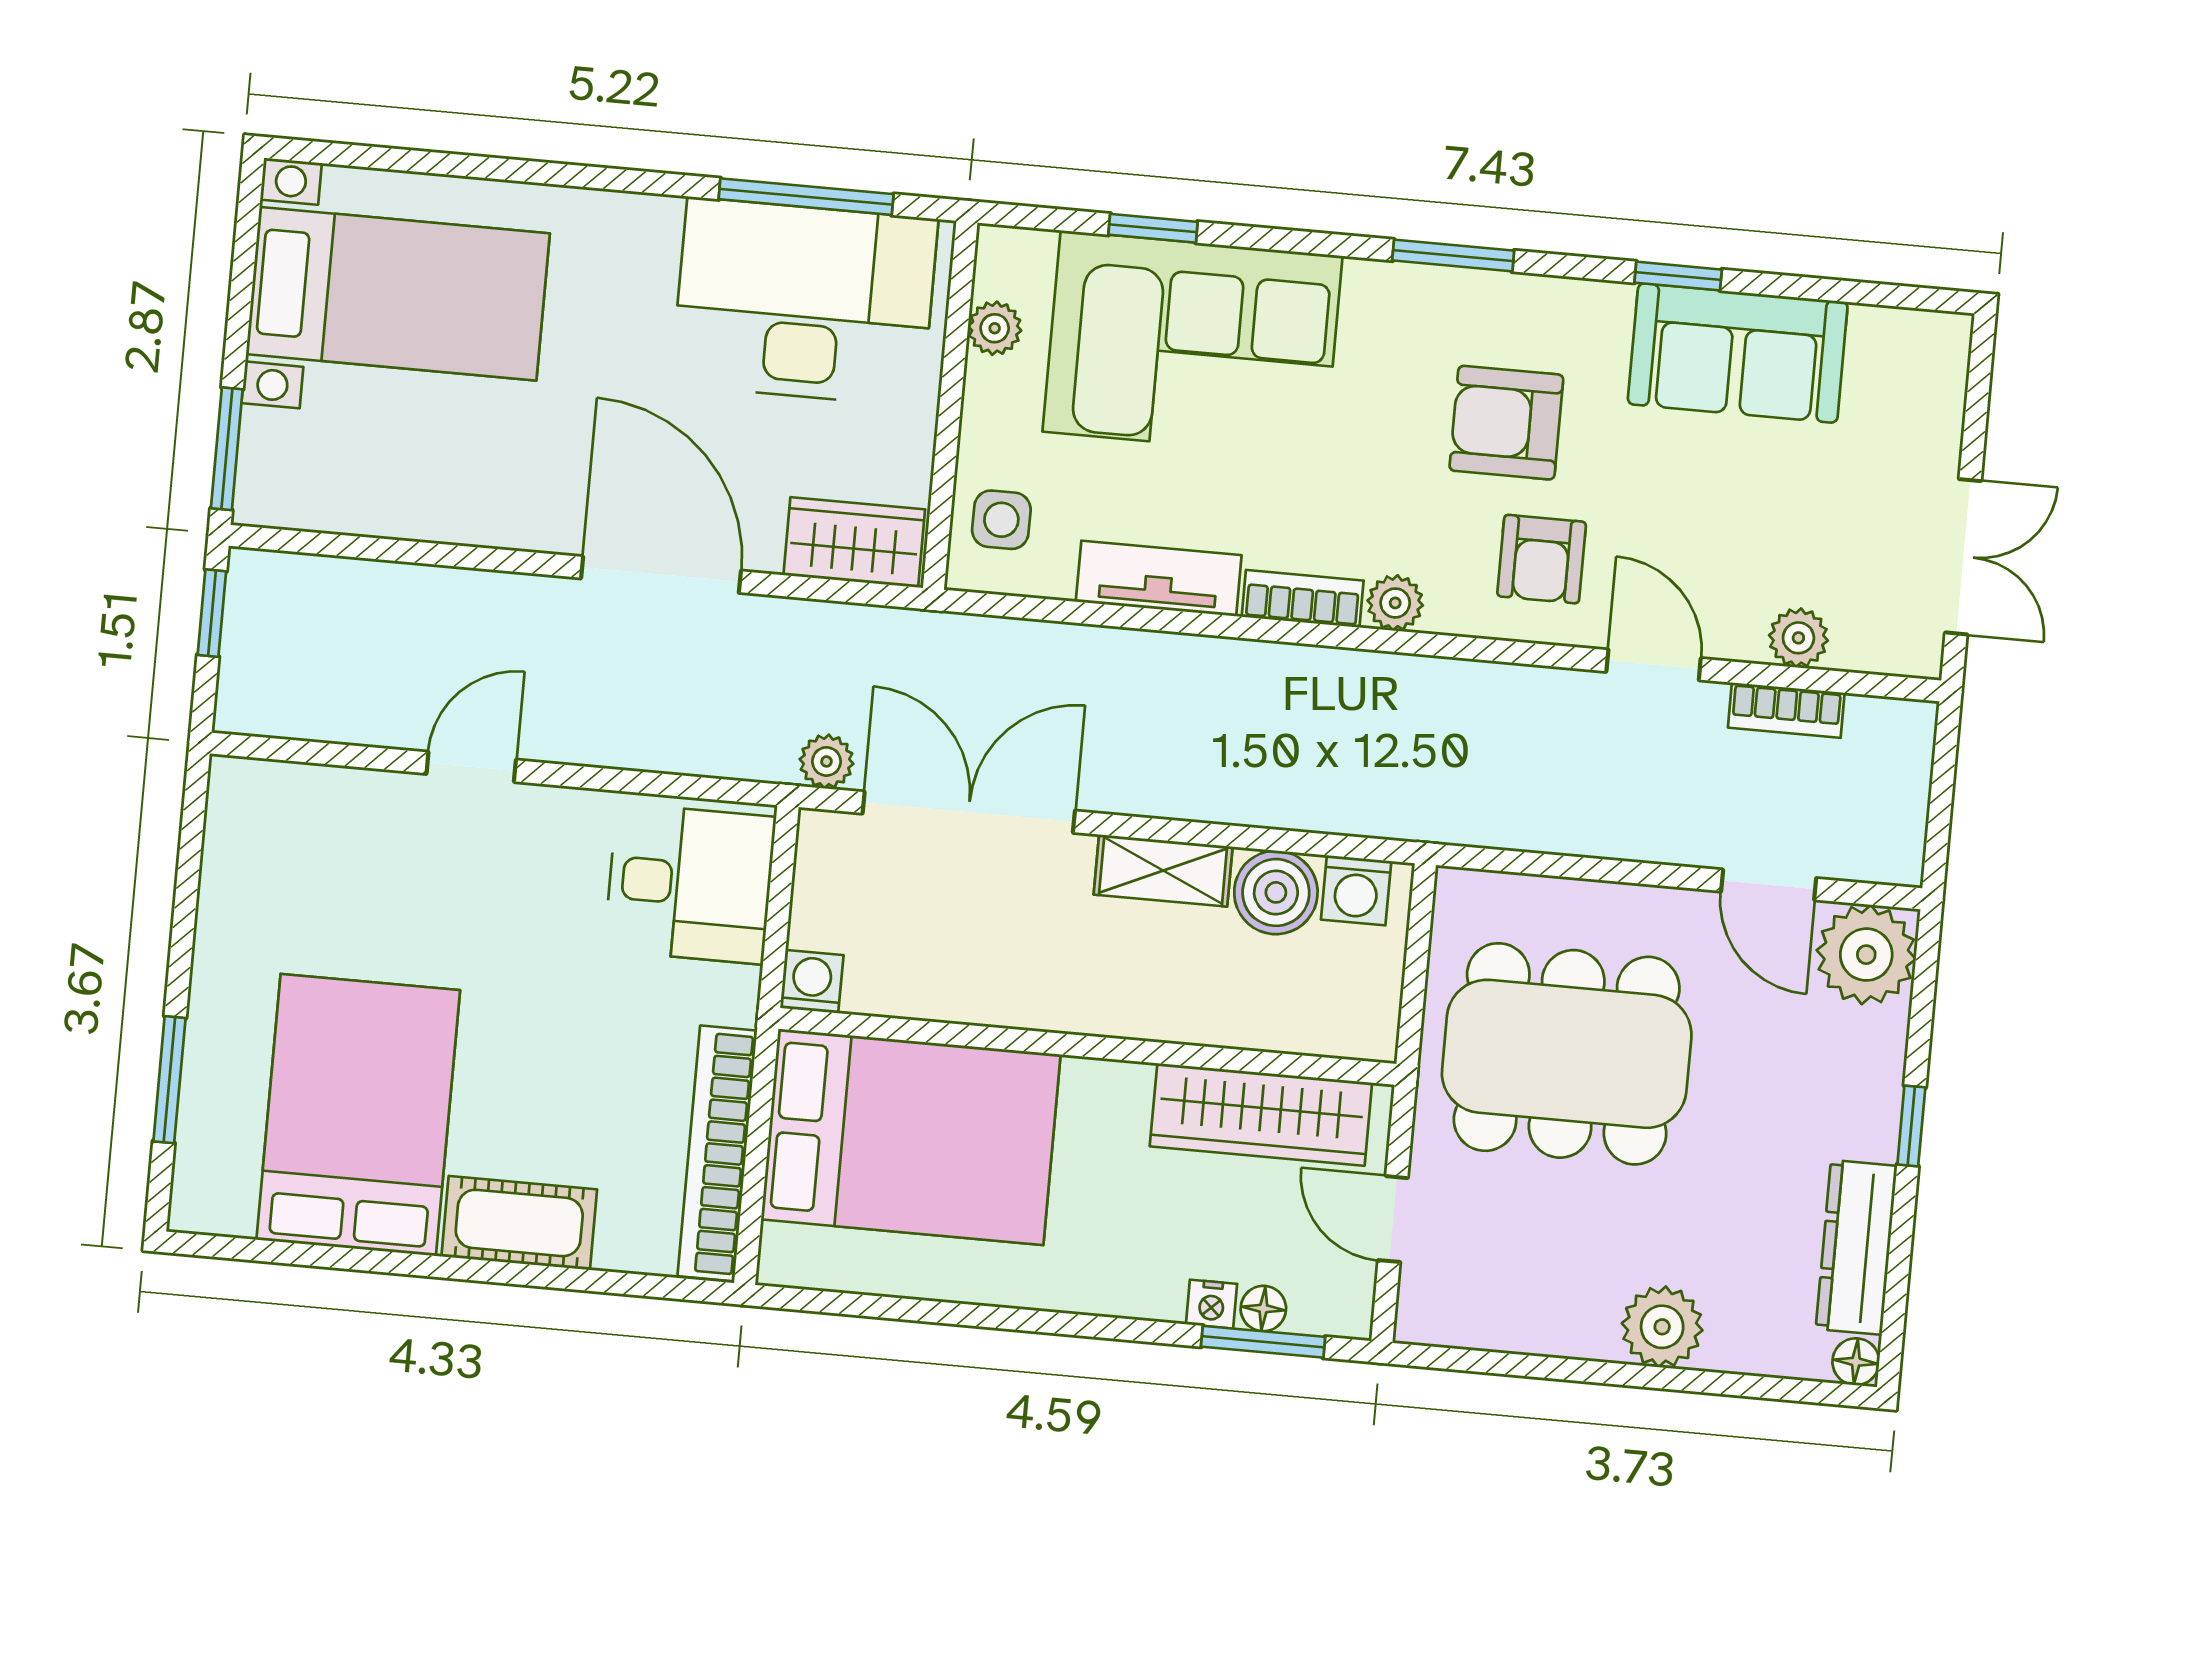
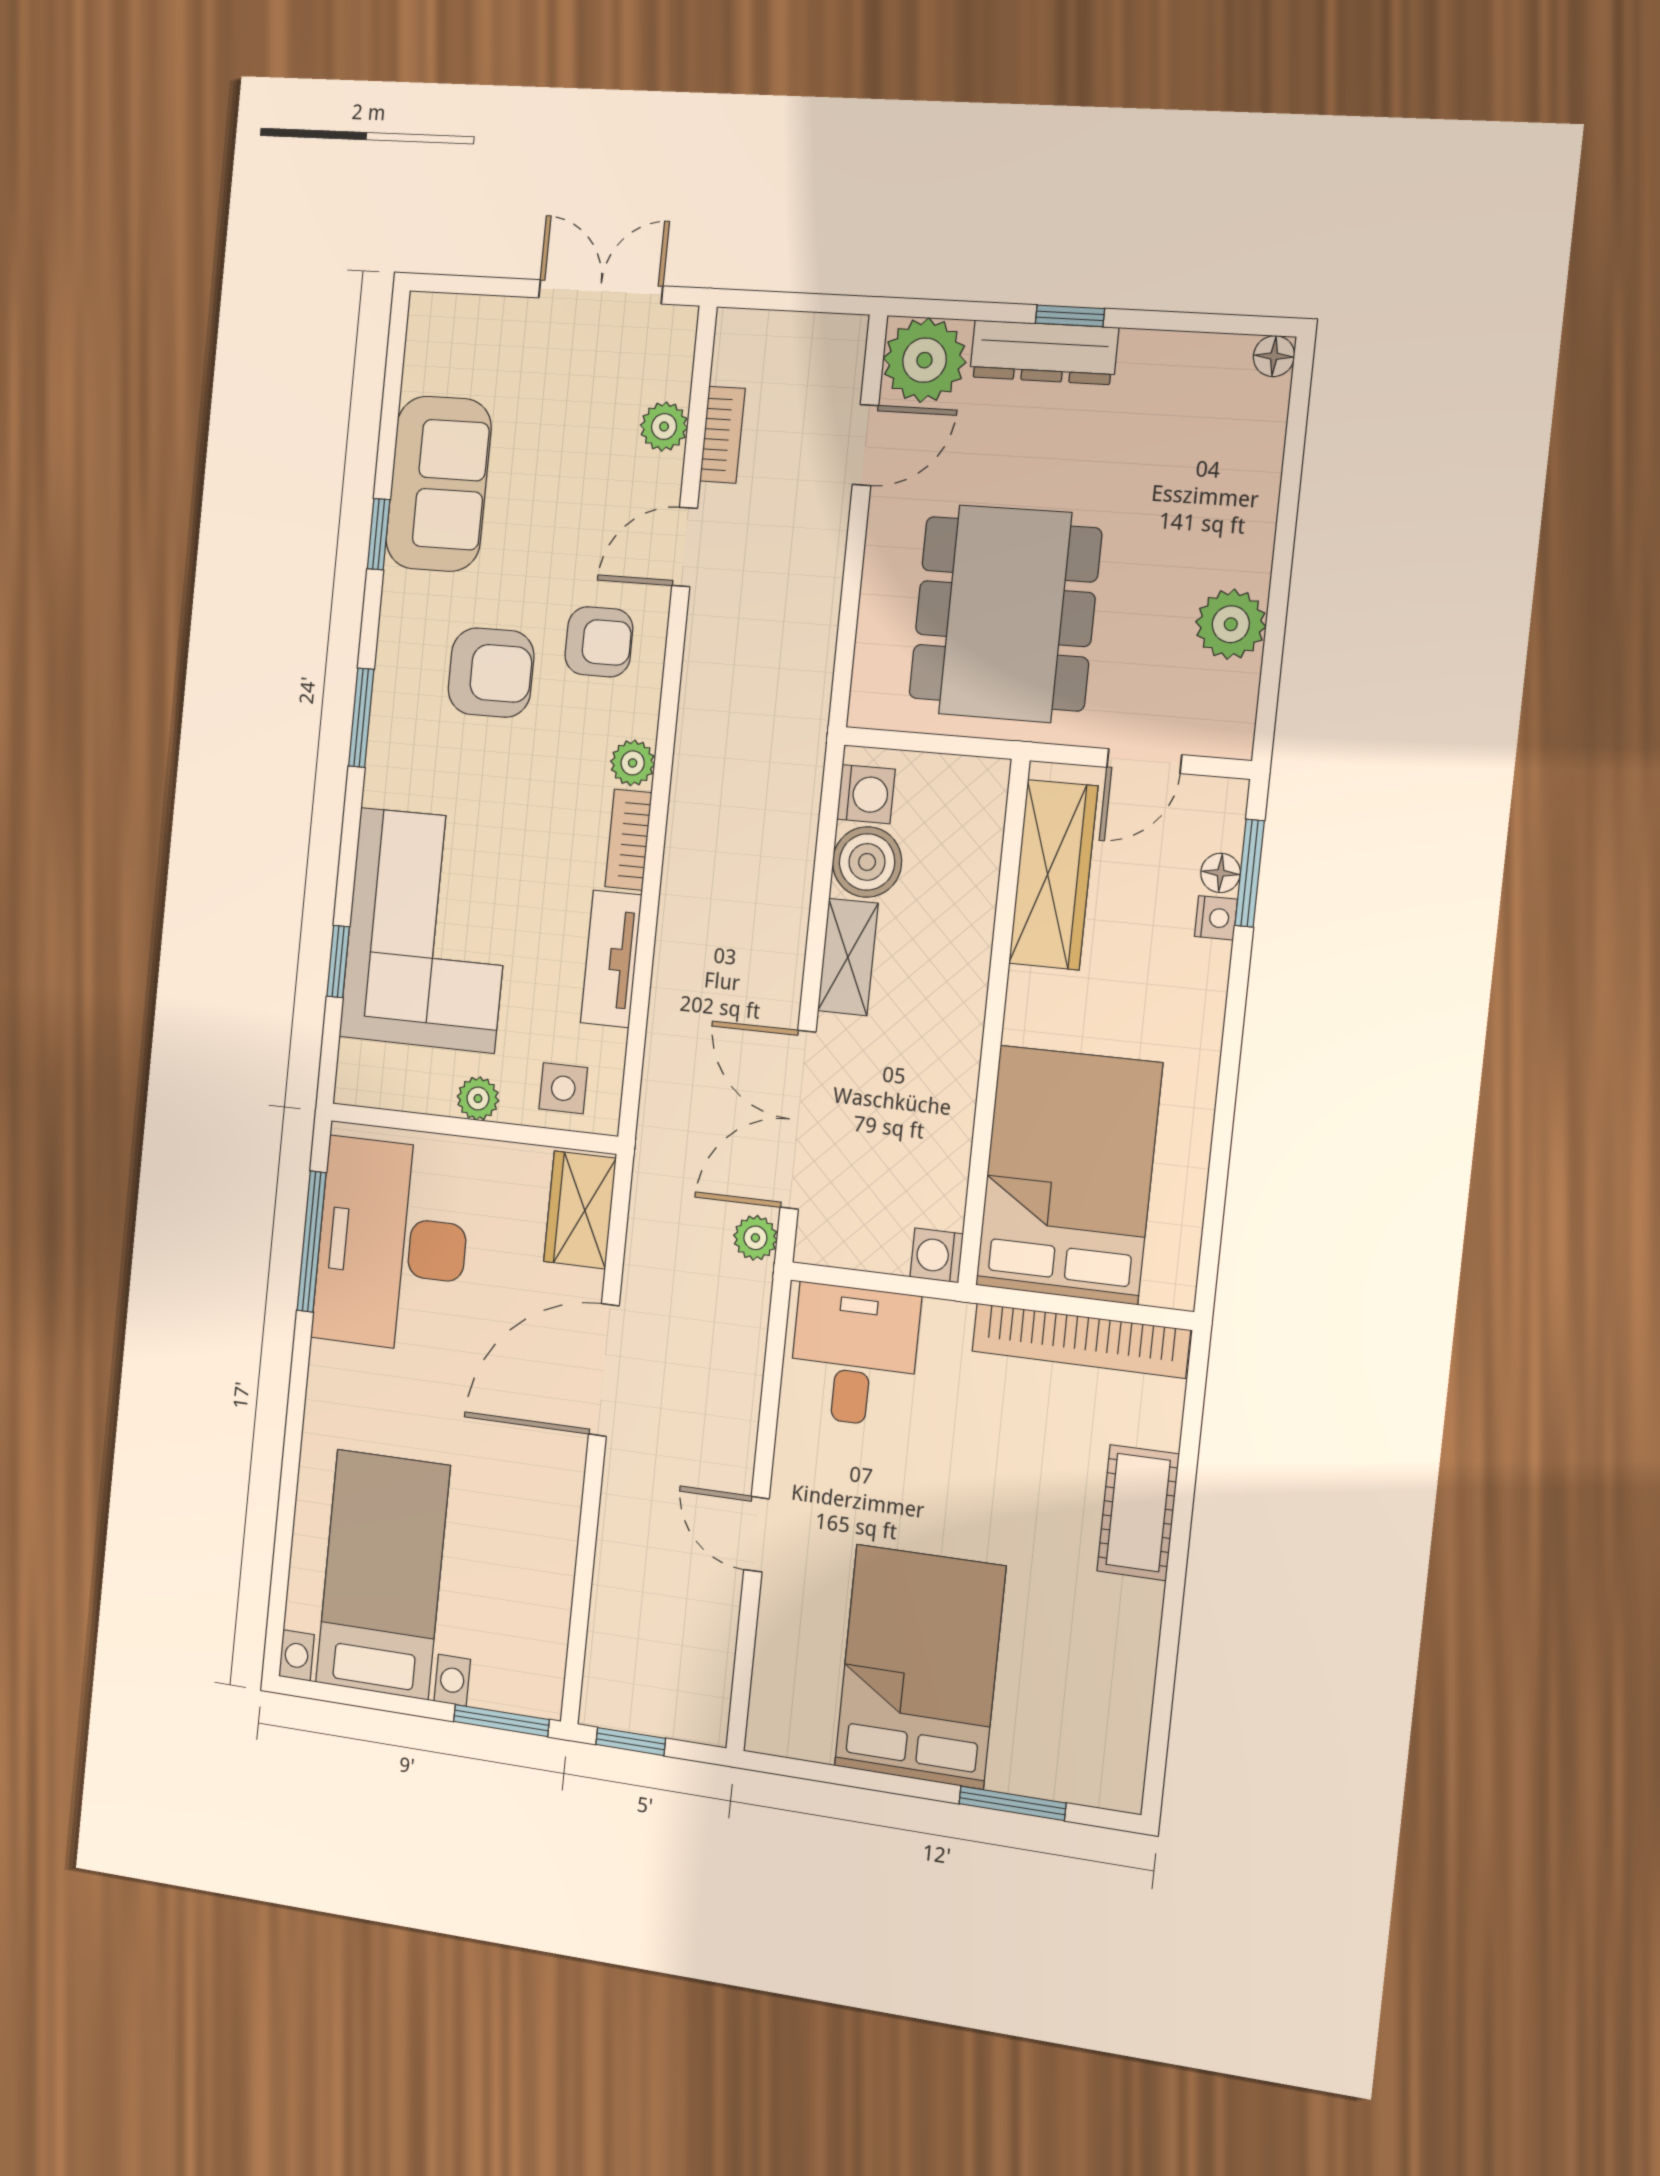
plant: (995, 328) -> (478, 1098), moved
armchair: (1506, 423) -> (491, 673), turned -90
bed: (358, 1115) -> (920, 1666), moved, turned 90
dresser: (1856, 1247) -> (1044, 352), moved
plant: (1662, 1327) -> (1231, 624), moved

